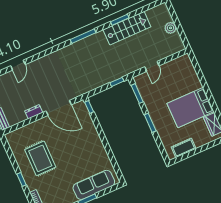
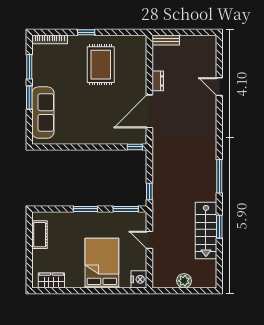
nightstand: (184, 61) -> (139, 279), added
bed: (191, 108) -> (102, 263), moved
rug: (40, 158) -> (101, 65), turned 90

